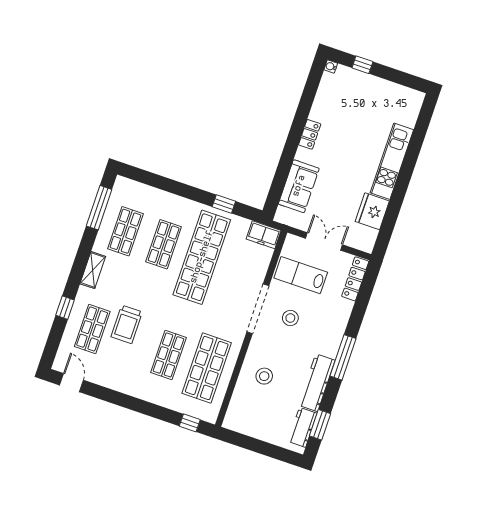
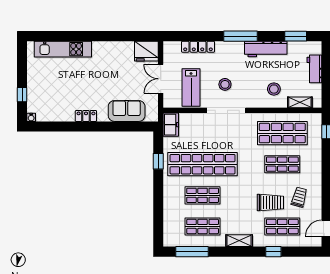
kitchen unit: (392, 161) -> (63, 49), moved
fridge: (372, 211) -> (146, 51), moved
locker: (355, 279) -> (198, 47), moved
trolley: (121, 362) -> (299, 197), added
shelving: (237, 402) -> (300, 102), added
workbench: (302, 427) -> (314, 69), moved, turned 90

